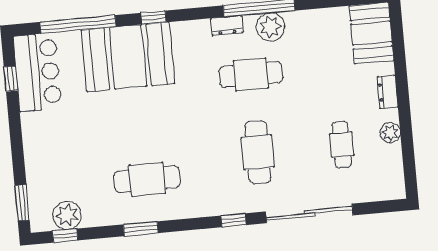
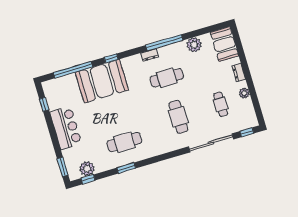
plant: (270, 27) -> (194, 45), moved
bar counter: (37, 72) -> (66, 128), moved
window: (233, 220) -> (247, 132), moved

